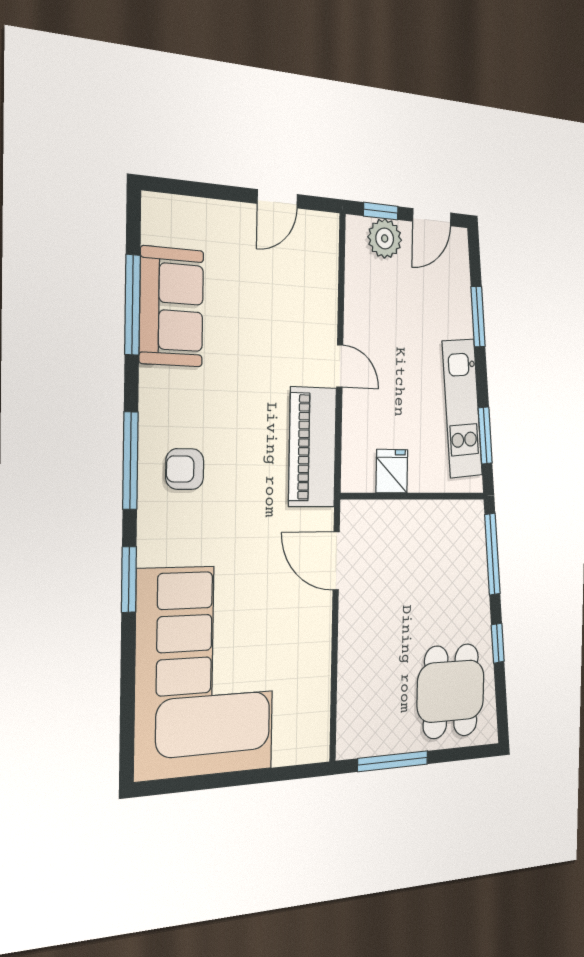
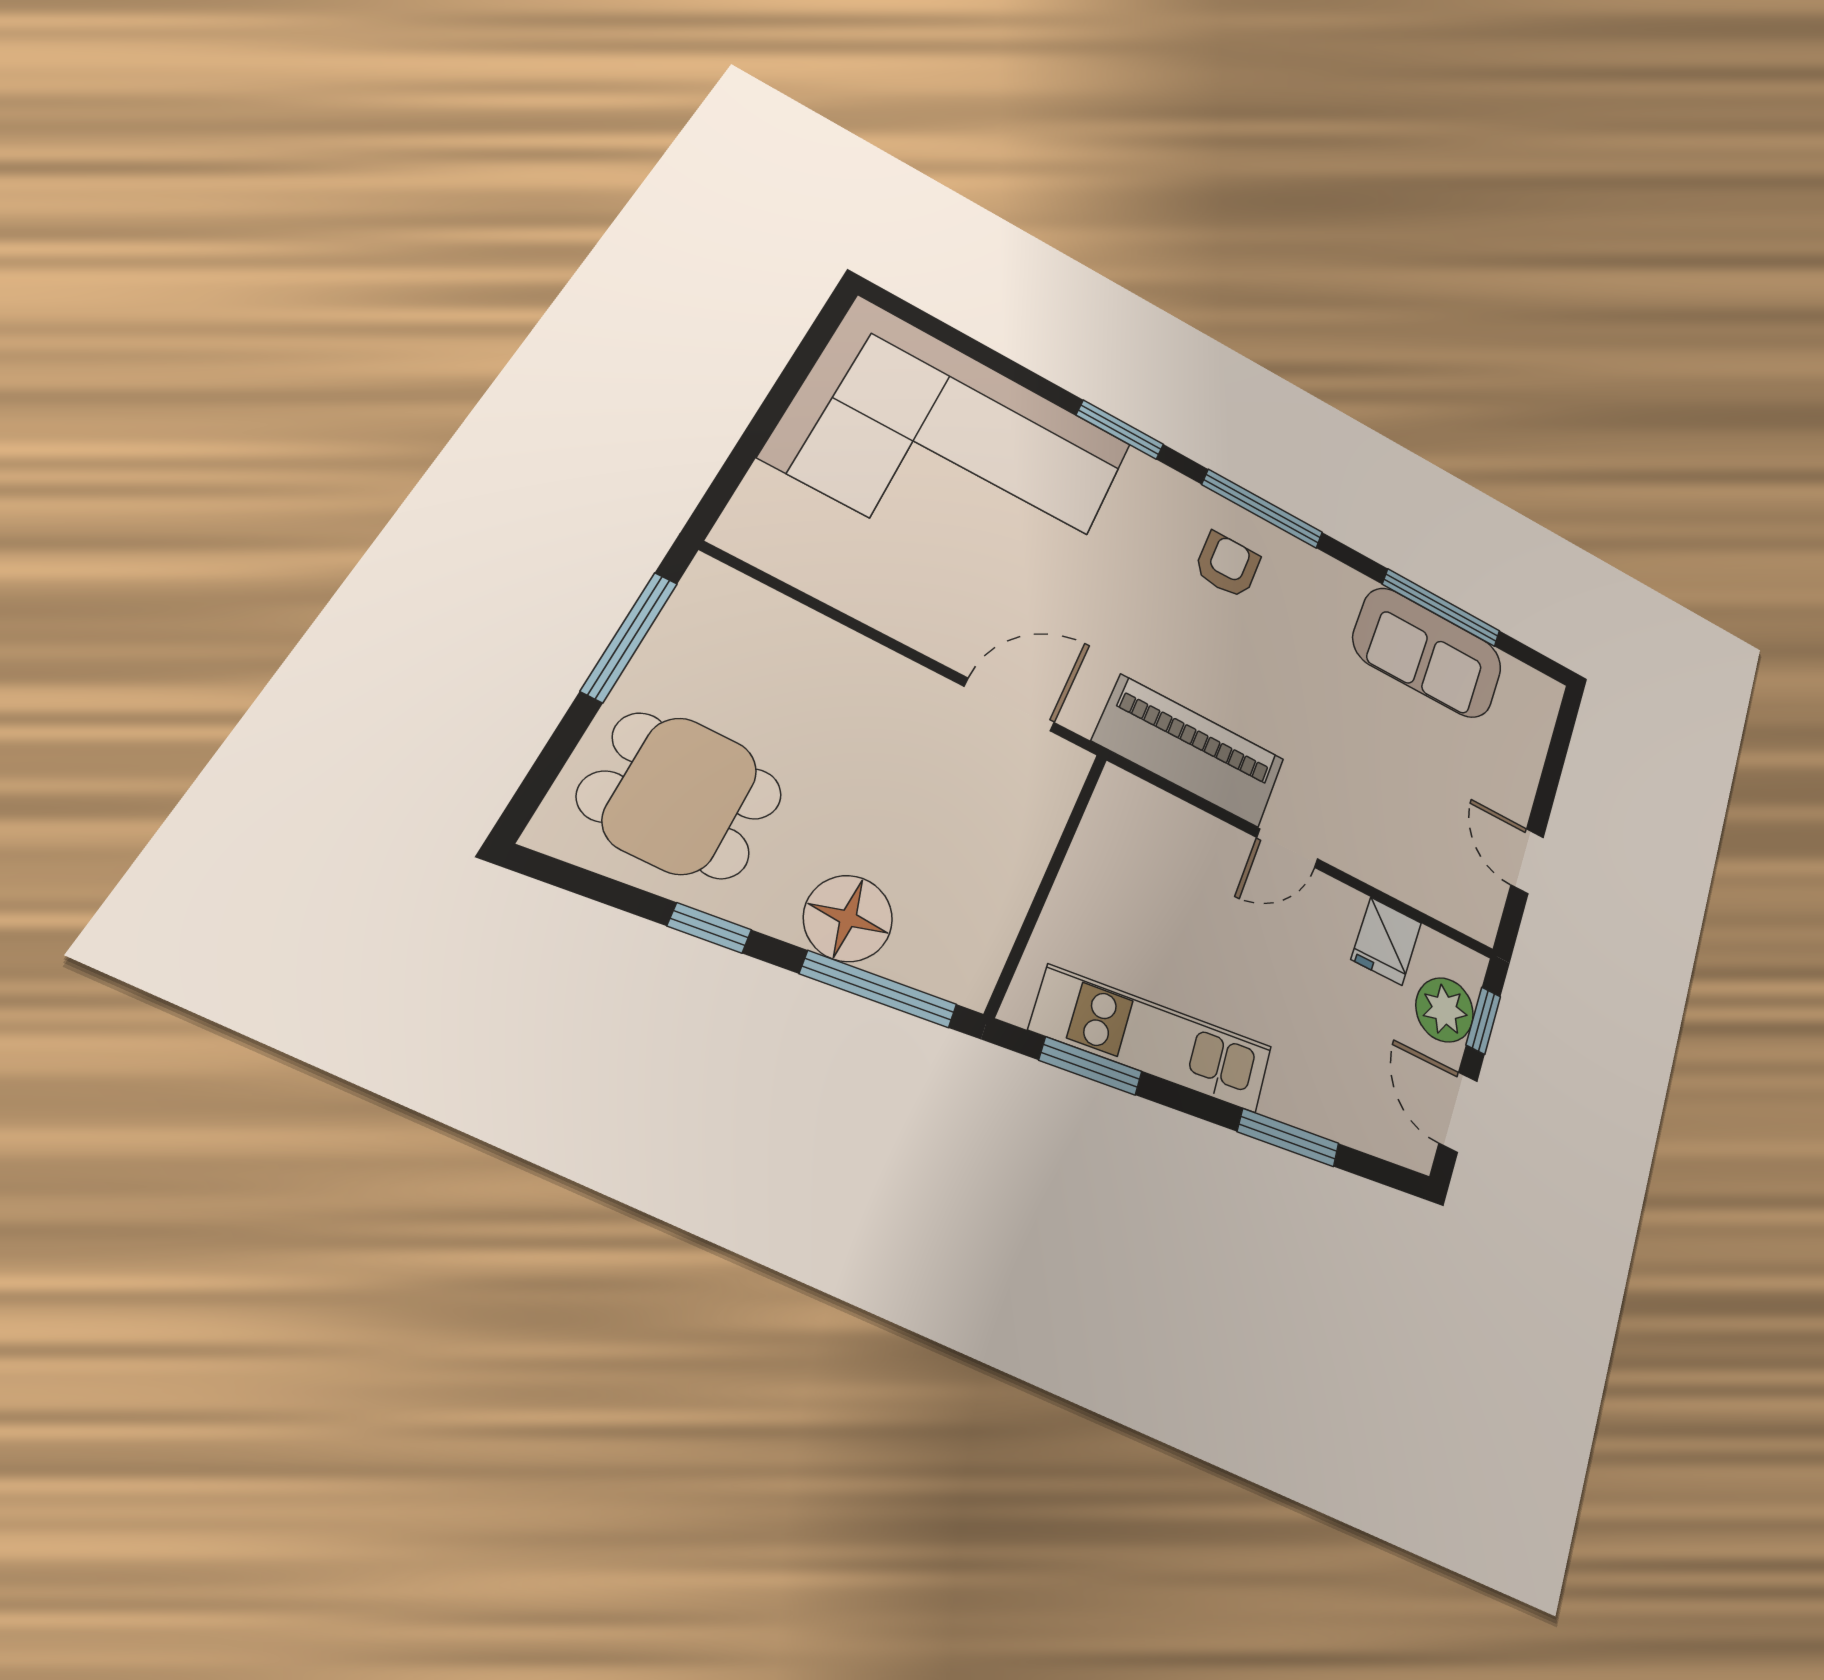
fridge: (392, 471) -> (1386, 941), moved, turned 90
floor lamp: (470, 585) -> (848, 918), added

